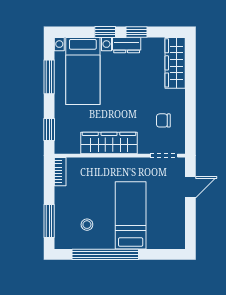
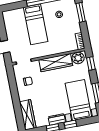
plant: (69, 143) -> (78, 58), added

